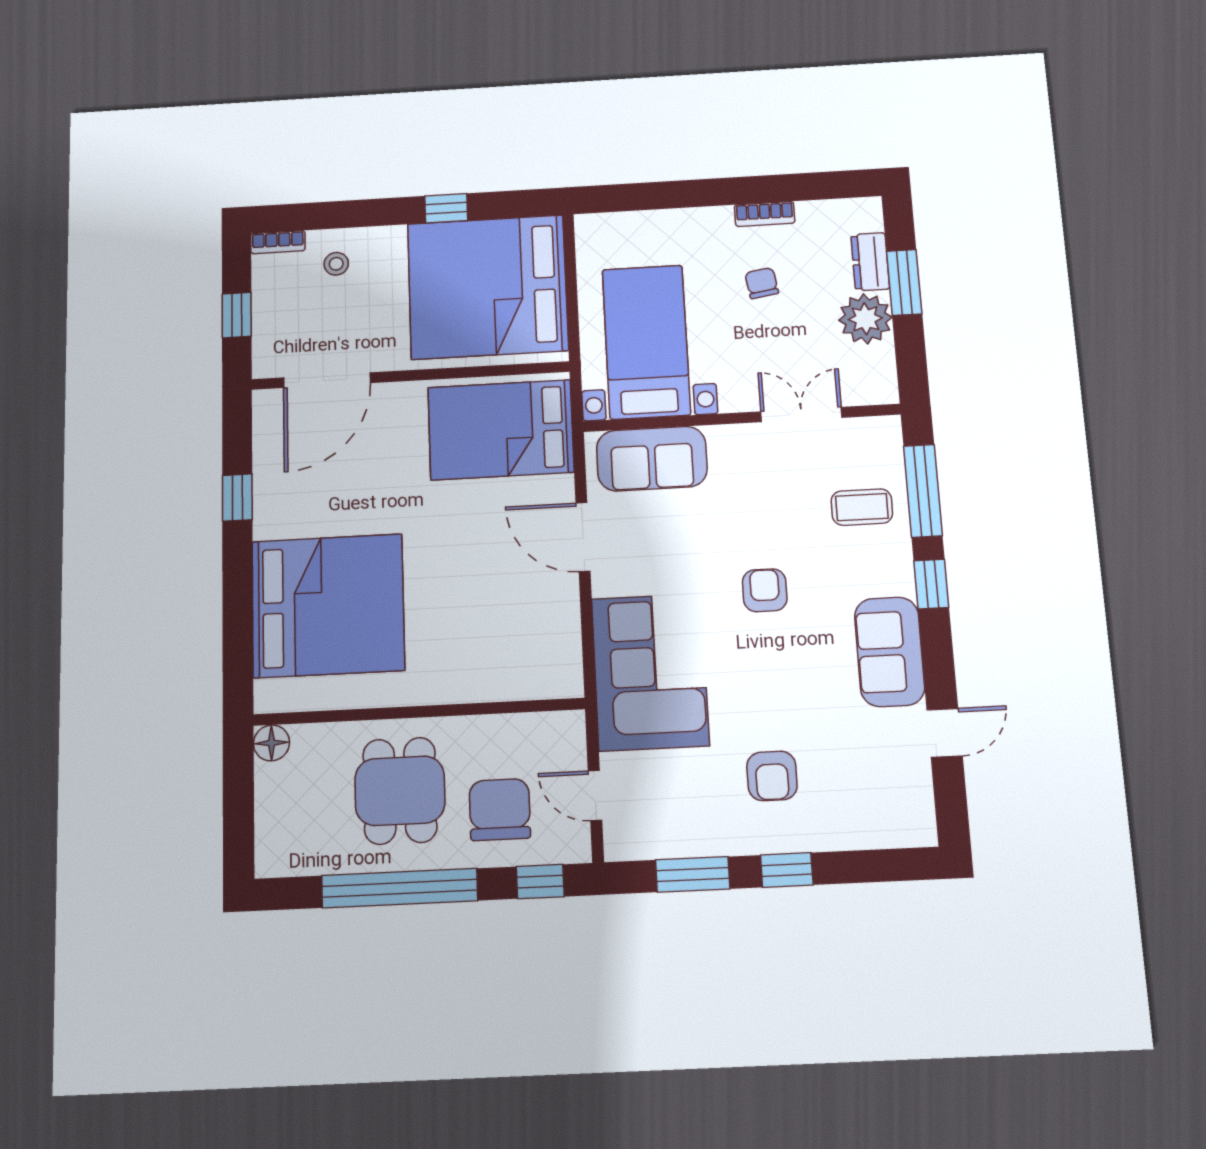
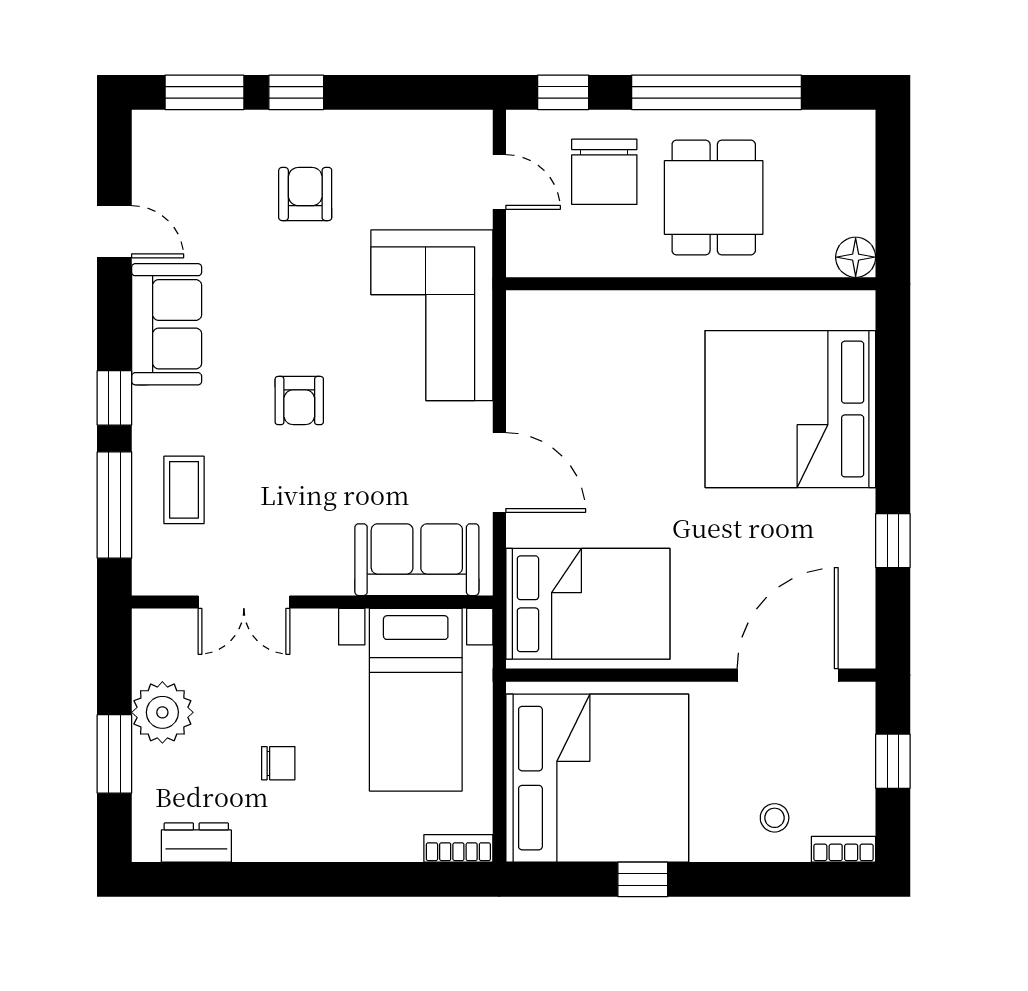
bookcase: (765, 214) -> (458, 848), moved
dresser: (870, 262) -> (196, 843), moved, turned -90
chair: (762, 283) -> (278, 763), turned -81
coffee table: (862, 507) -> (184, 490), turned 90
door: (945, 733) -> (114, 232), swing flipped
window: (693, 874) -> (204, 92), moved

